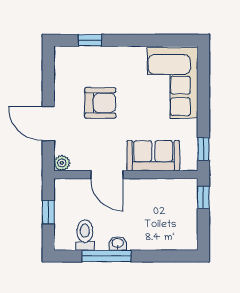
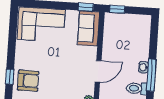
armchair: (100, 103) -> (28, 81), moved, turned 90
sofa: (153, 156) -> (89, 28), moved

